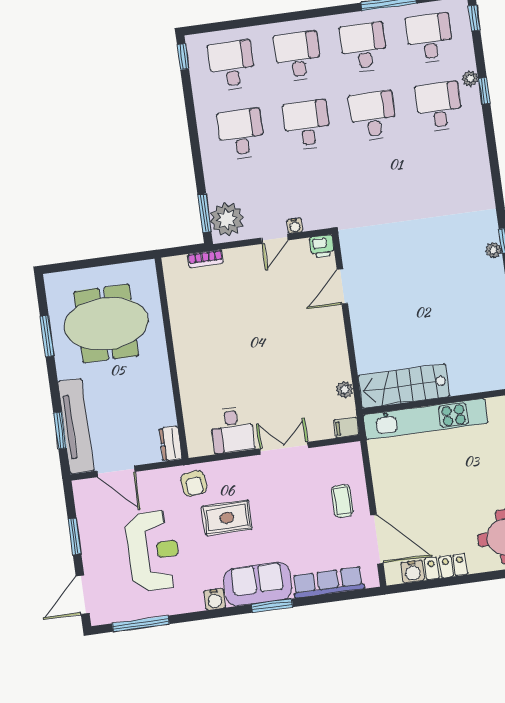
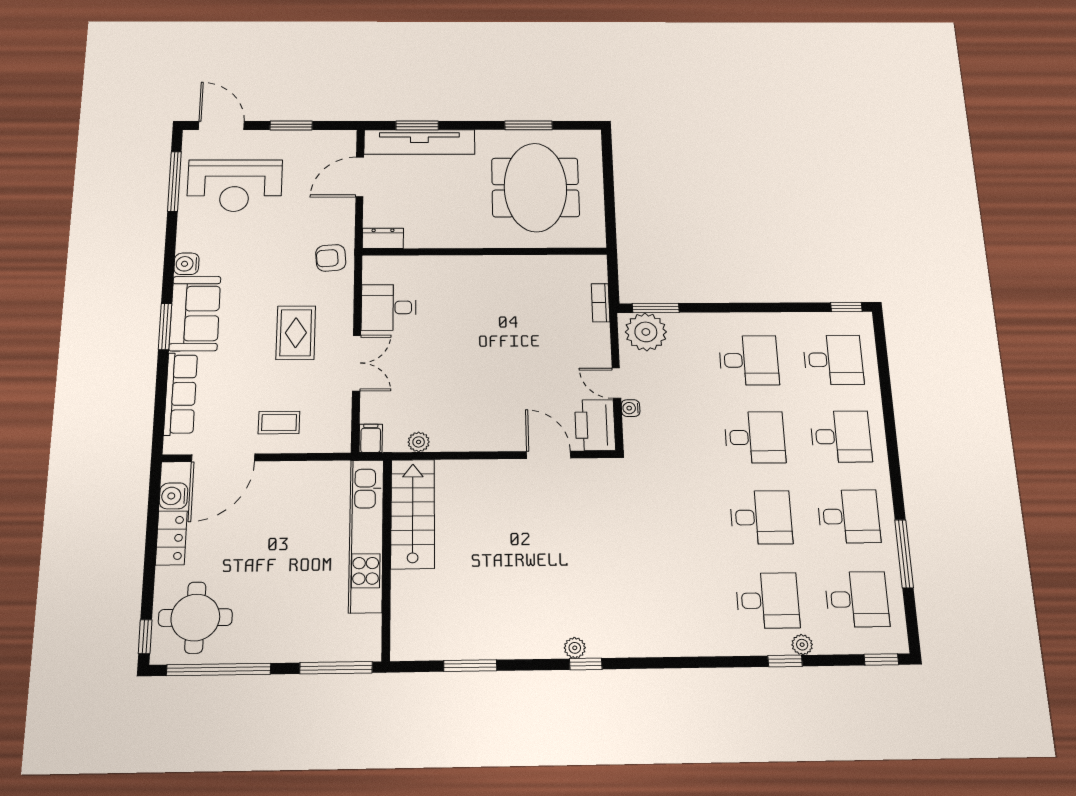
printer: (322, 246) -> (595, 425), width x1.87, depth x1.48
rug: (227, 518) -> (296, 333), moved
reception desk: (153, 551) -> (235, 186), moved

